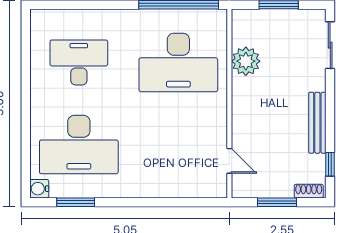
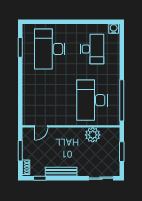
water cooler: (39, 189) -> (114, 29), moved

